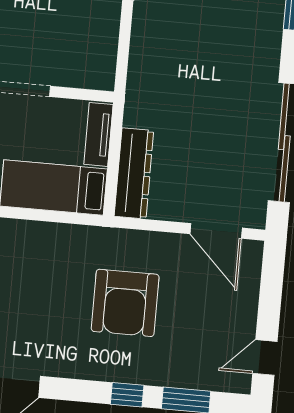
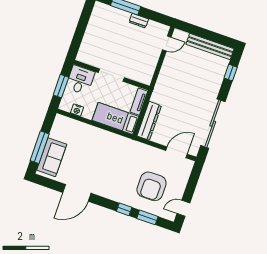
door: (216, 231) -> (176, 152), swing flipped
armchair: (125, 303) -> (152, 186), moved

